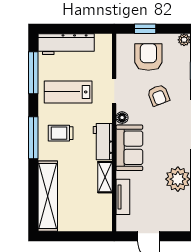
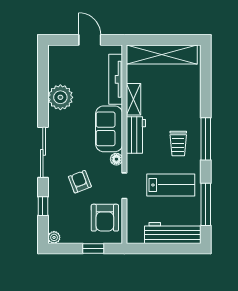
armchair: (148, 57) -> (105, 218), moved
trolley: (61, 133) -> (178, 144), turned 90
shelving: (48, 196) -> (162, 54), moved, turned 90
tv unit: (123, 197) -> (116, 79), width x1.41

